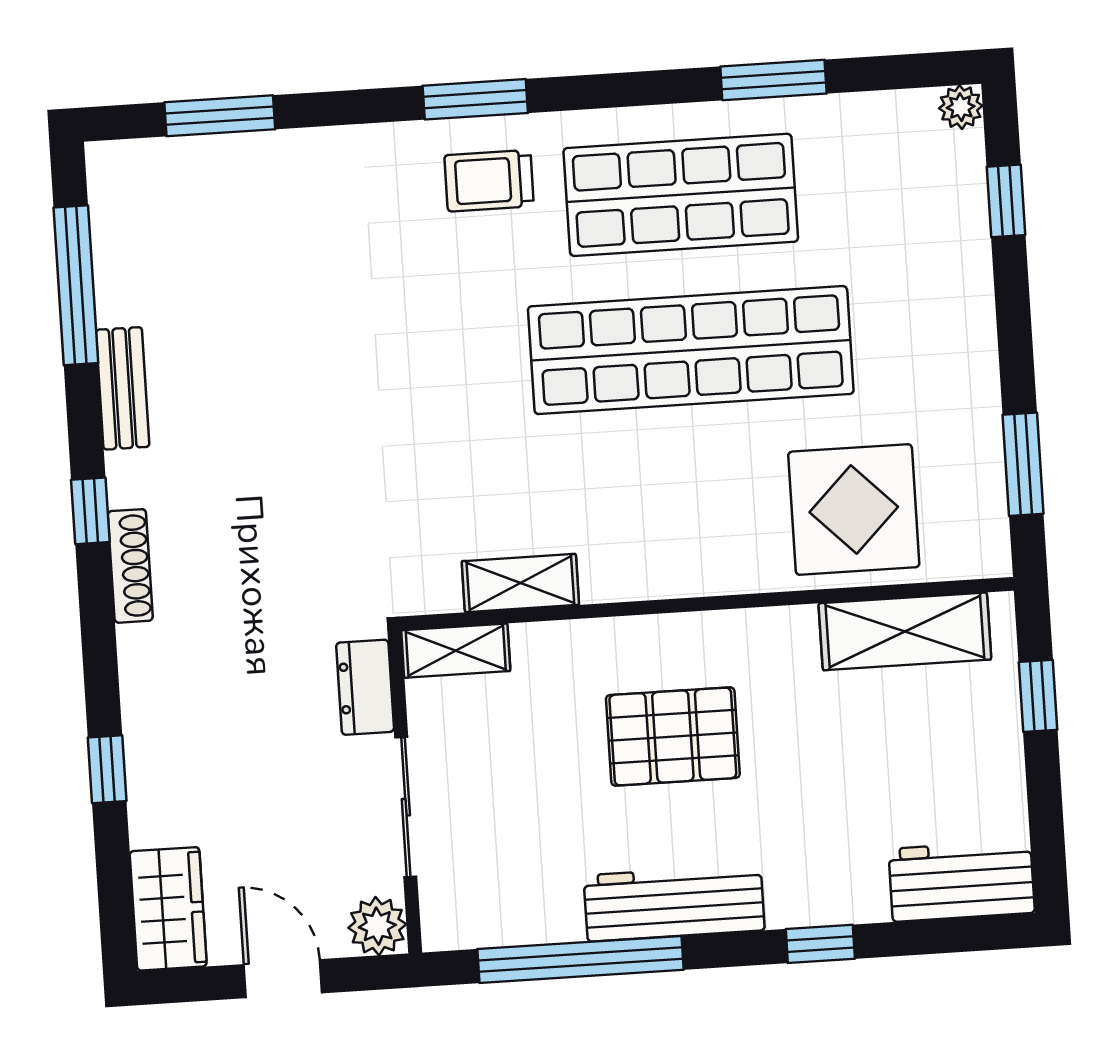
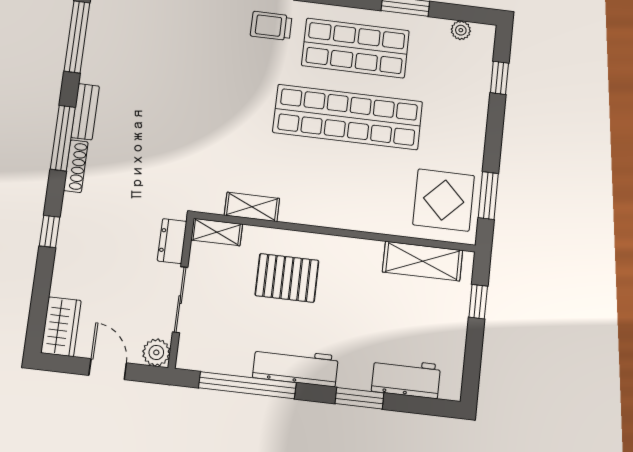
plant: (961, 107) -> (461, 30), moved
bench: (123, 388) -> (85, 112), moved
display table: (854, 509) -> (444, 200), moved
window: (90, 511) -> (63, 138), width x2.17
pallet: (673, 737) -> (287, 278), moved
window: (107, 769) -> (50, 232), moved
workbench: (962, 881) -> (406, 378), moved
window: (820, 944) -> (360, 398), width x1.50

